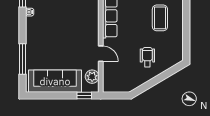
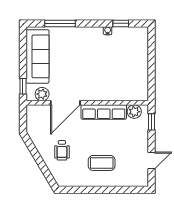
door: (101, 54) -> (65, 103), width x1.88
wheelchair: (147, 57) -> (62, 150), turned 90

